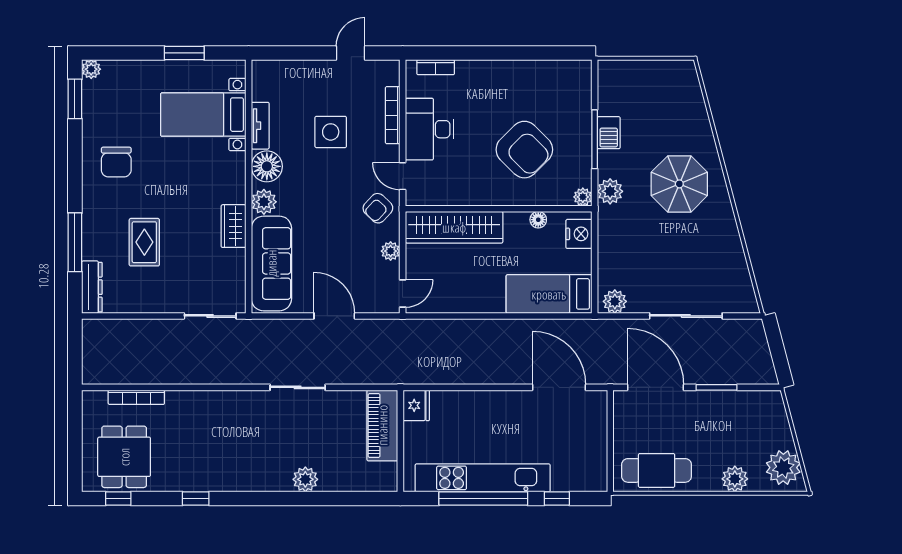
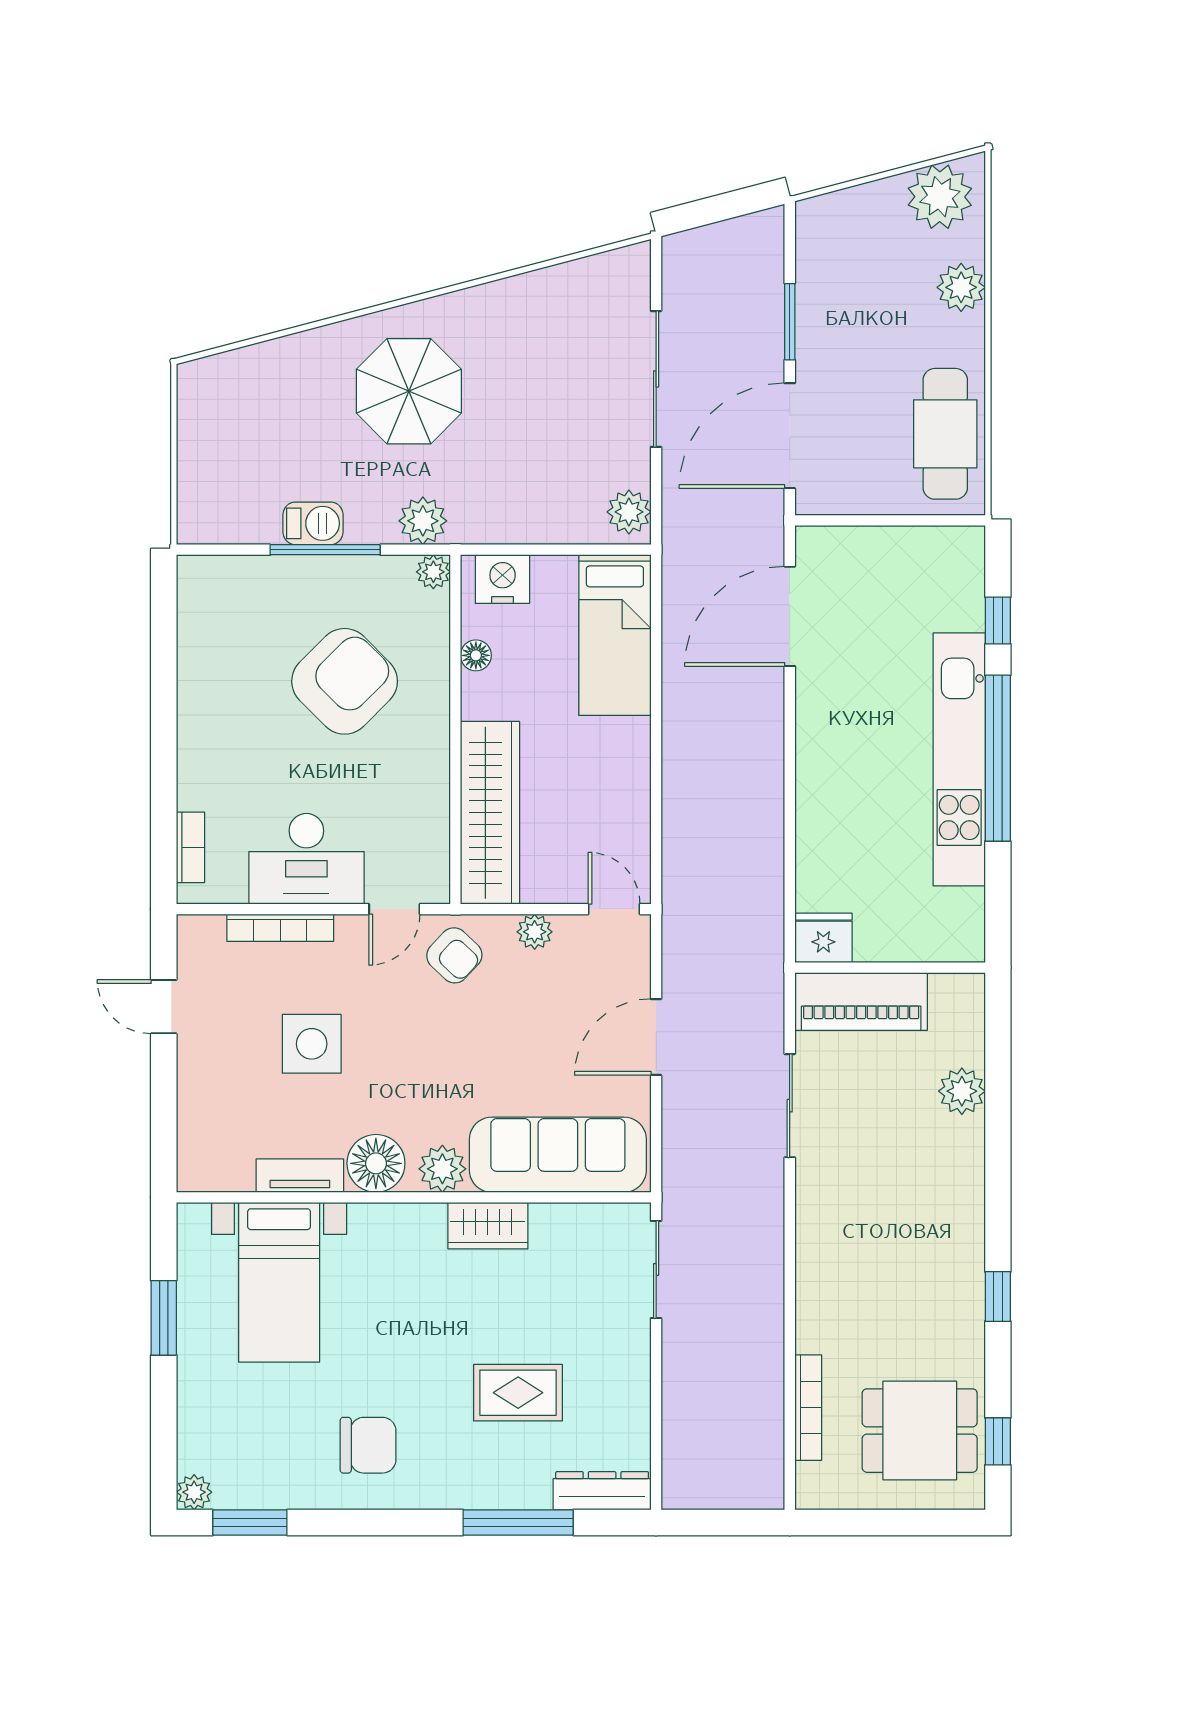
fridge: (416, 405) -> (823, 938), moved
piano: (382, 425) -> (861, 1001), moved
wall: (400, 441) -> (890, 968), moved

